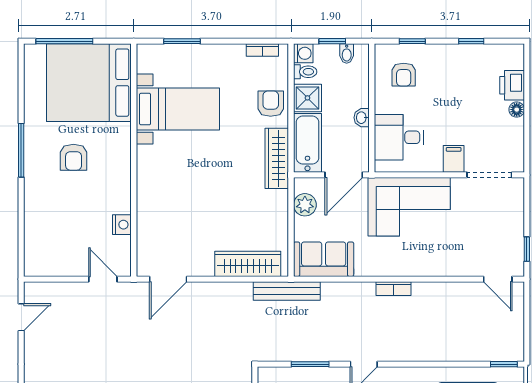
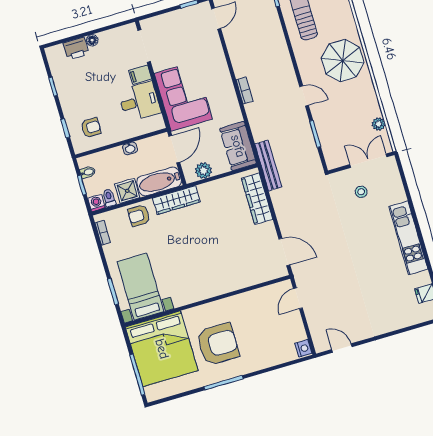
bed with nightstands: (178, 109) -> (140, 287), moved
desk: (399, 137) -> (139, 102), moved, turned -90
armchair: (74, 157) -> (218, 344), width x1.88, depth x1.88
door: (344, 175) -> (174, 149), hinge flipped
nightstand: (122, 225) -> (303, 348), moved, turned 90

